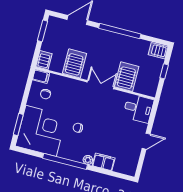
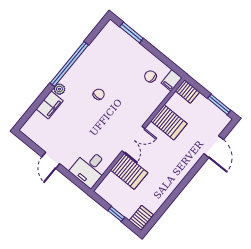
window: (120, 31) -> (181, 187), removed
corner desk: (41, 131) -> (114, 54), removed

